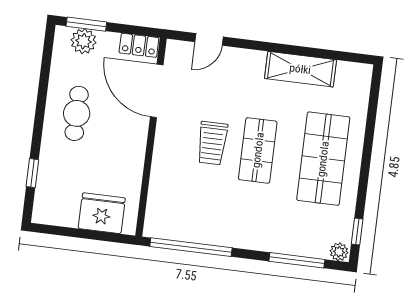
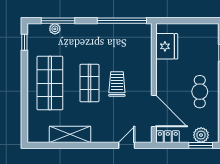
fridge: (102, 213) -> (167, 46), moved, turned -90
plant: (339, 252) -> (55, 29), moved

